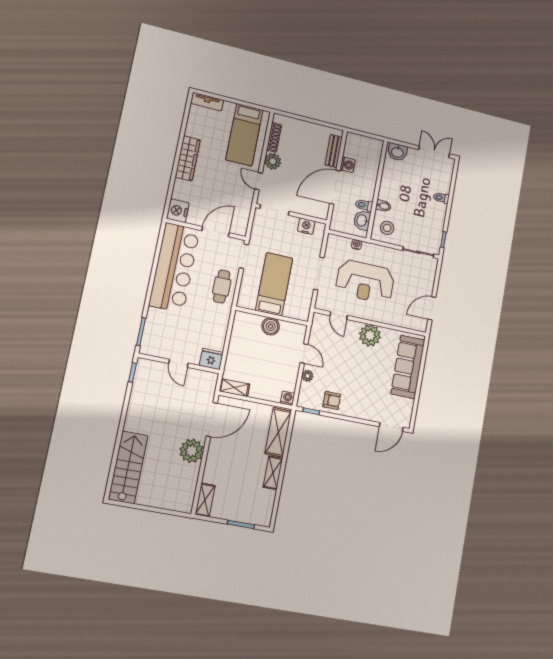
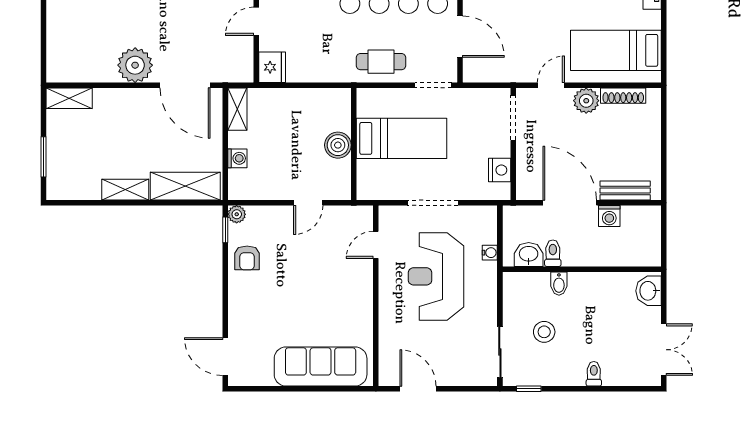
stool: (387, 228) -> (544, 332), moved
plant: (370, 335) -> (356, 299), removed
plant: (307, 376) -> (237, 214), moved
washing machine: (288, 398) -> (237, 158), moved

